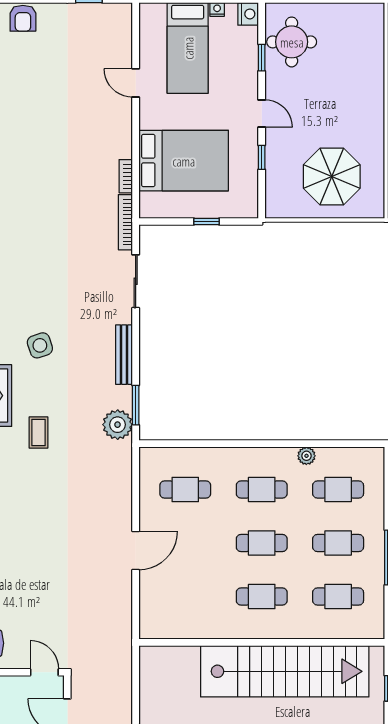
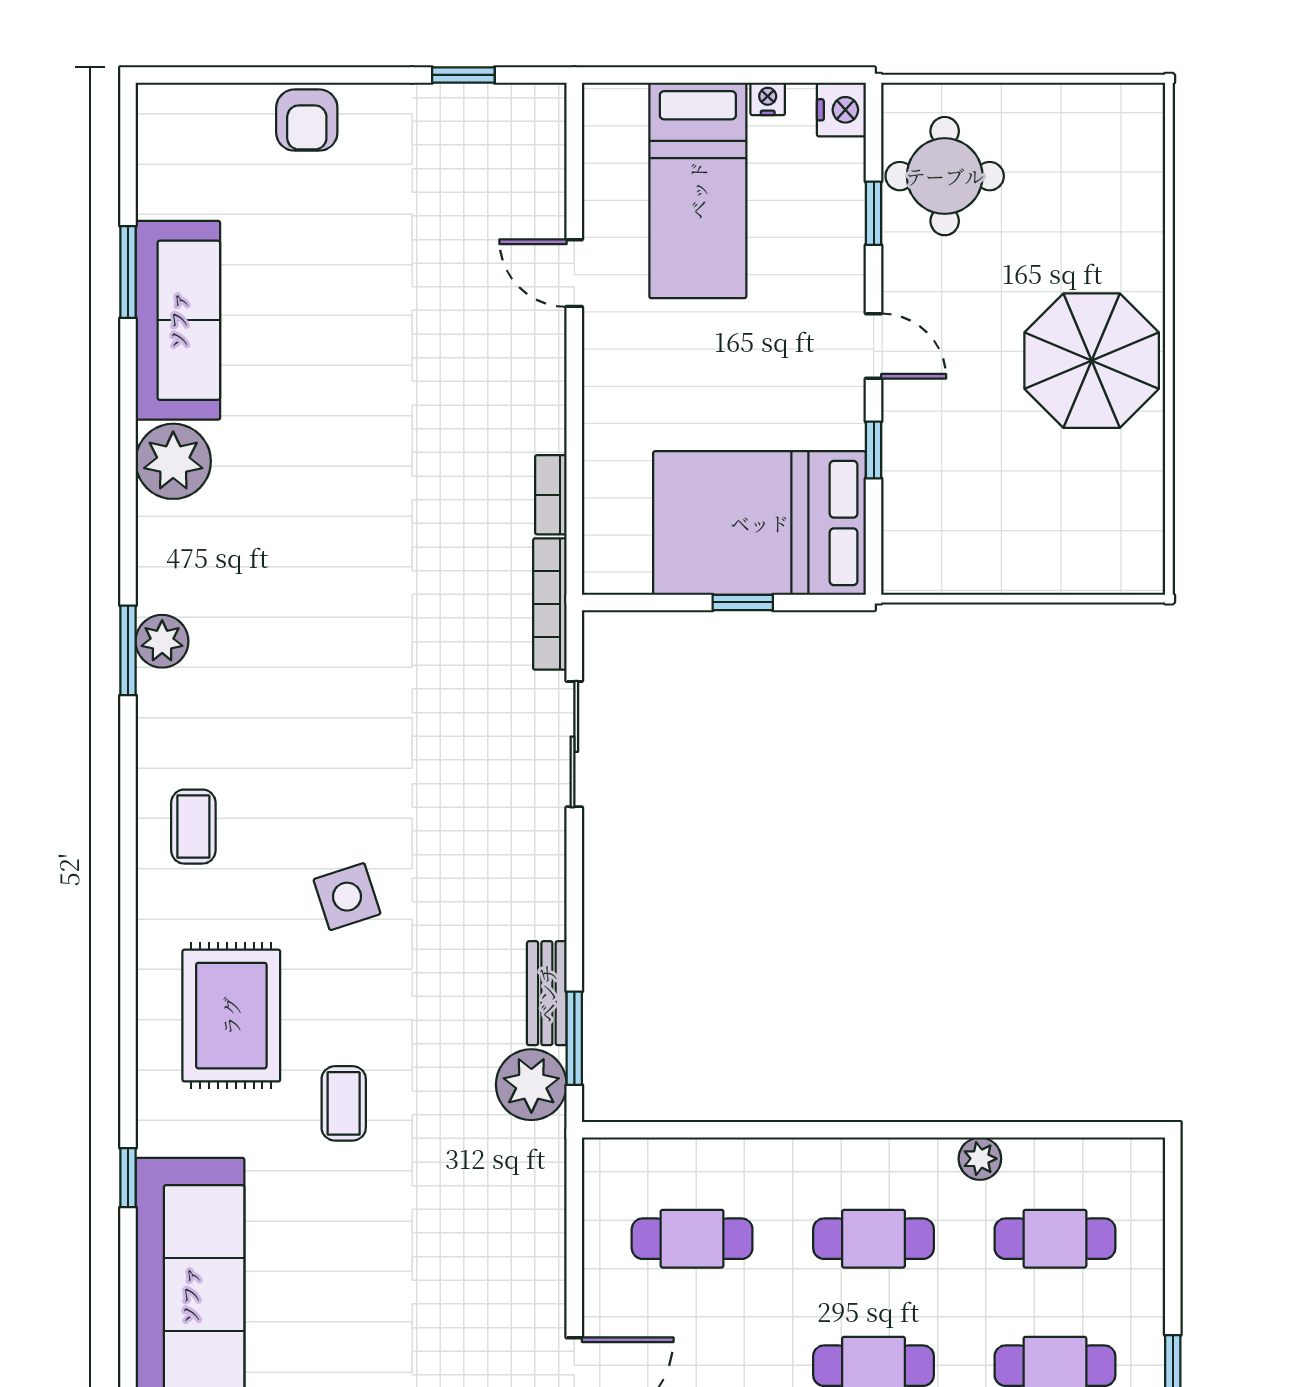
bed: (184, 161) -> (760, 523), moved, turned 180
parasol: (332, 177) -> (1092, 361), moved
bench: (124, 355) -> (547, 993), moved, width x0.73

